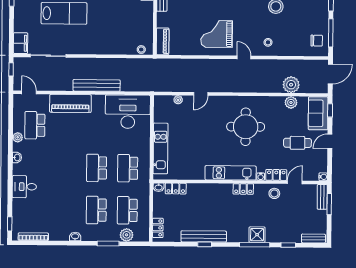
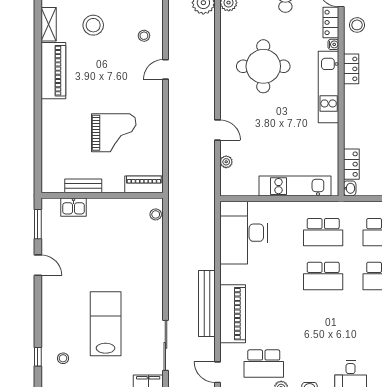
grand piano: (217, 34) -> (114, 133), moved, turned -90
bench: (97, 85) -> (207, 303), moved
door: (29, 92) -> (218, 372), hinge flipped

